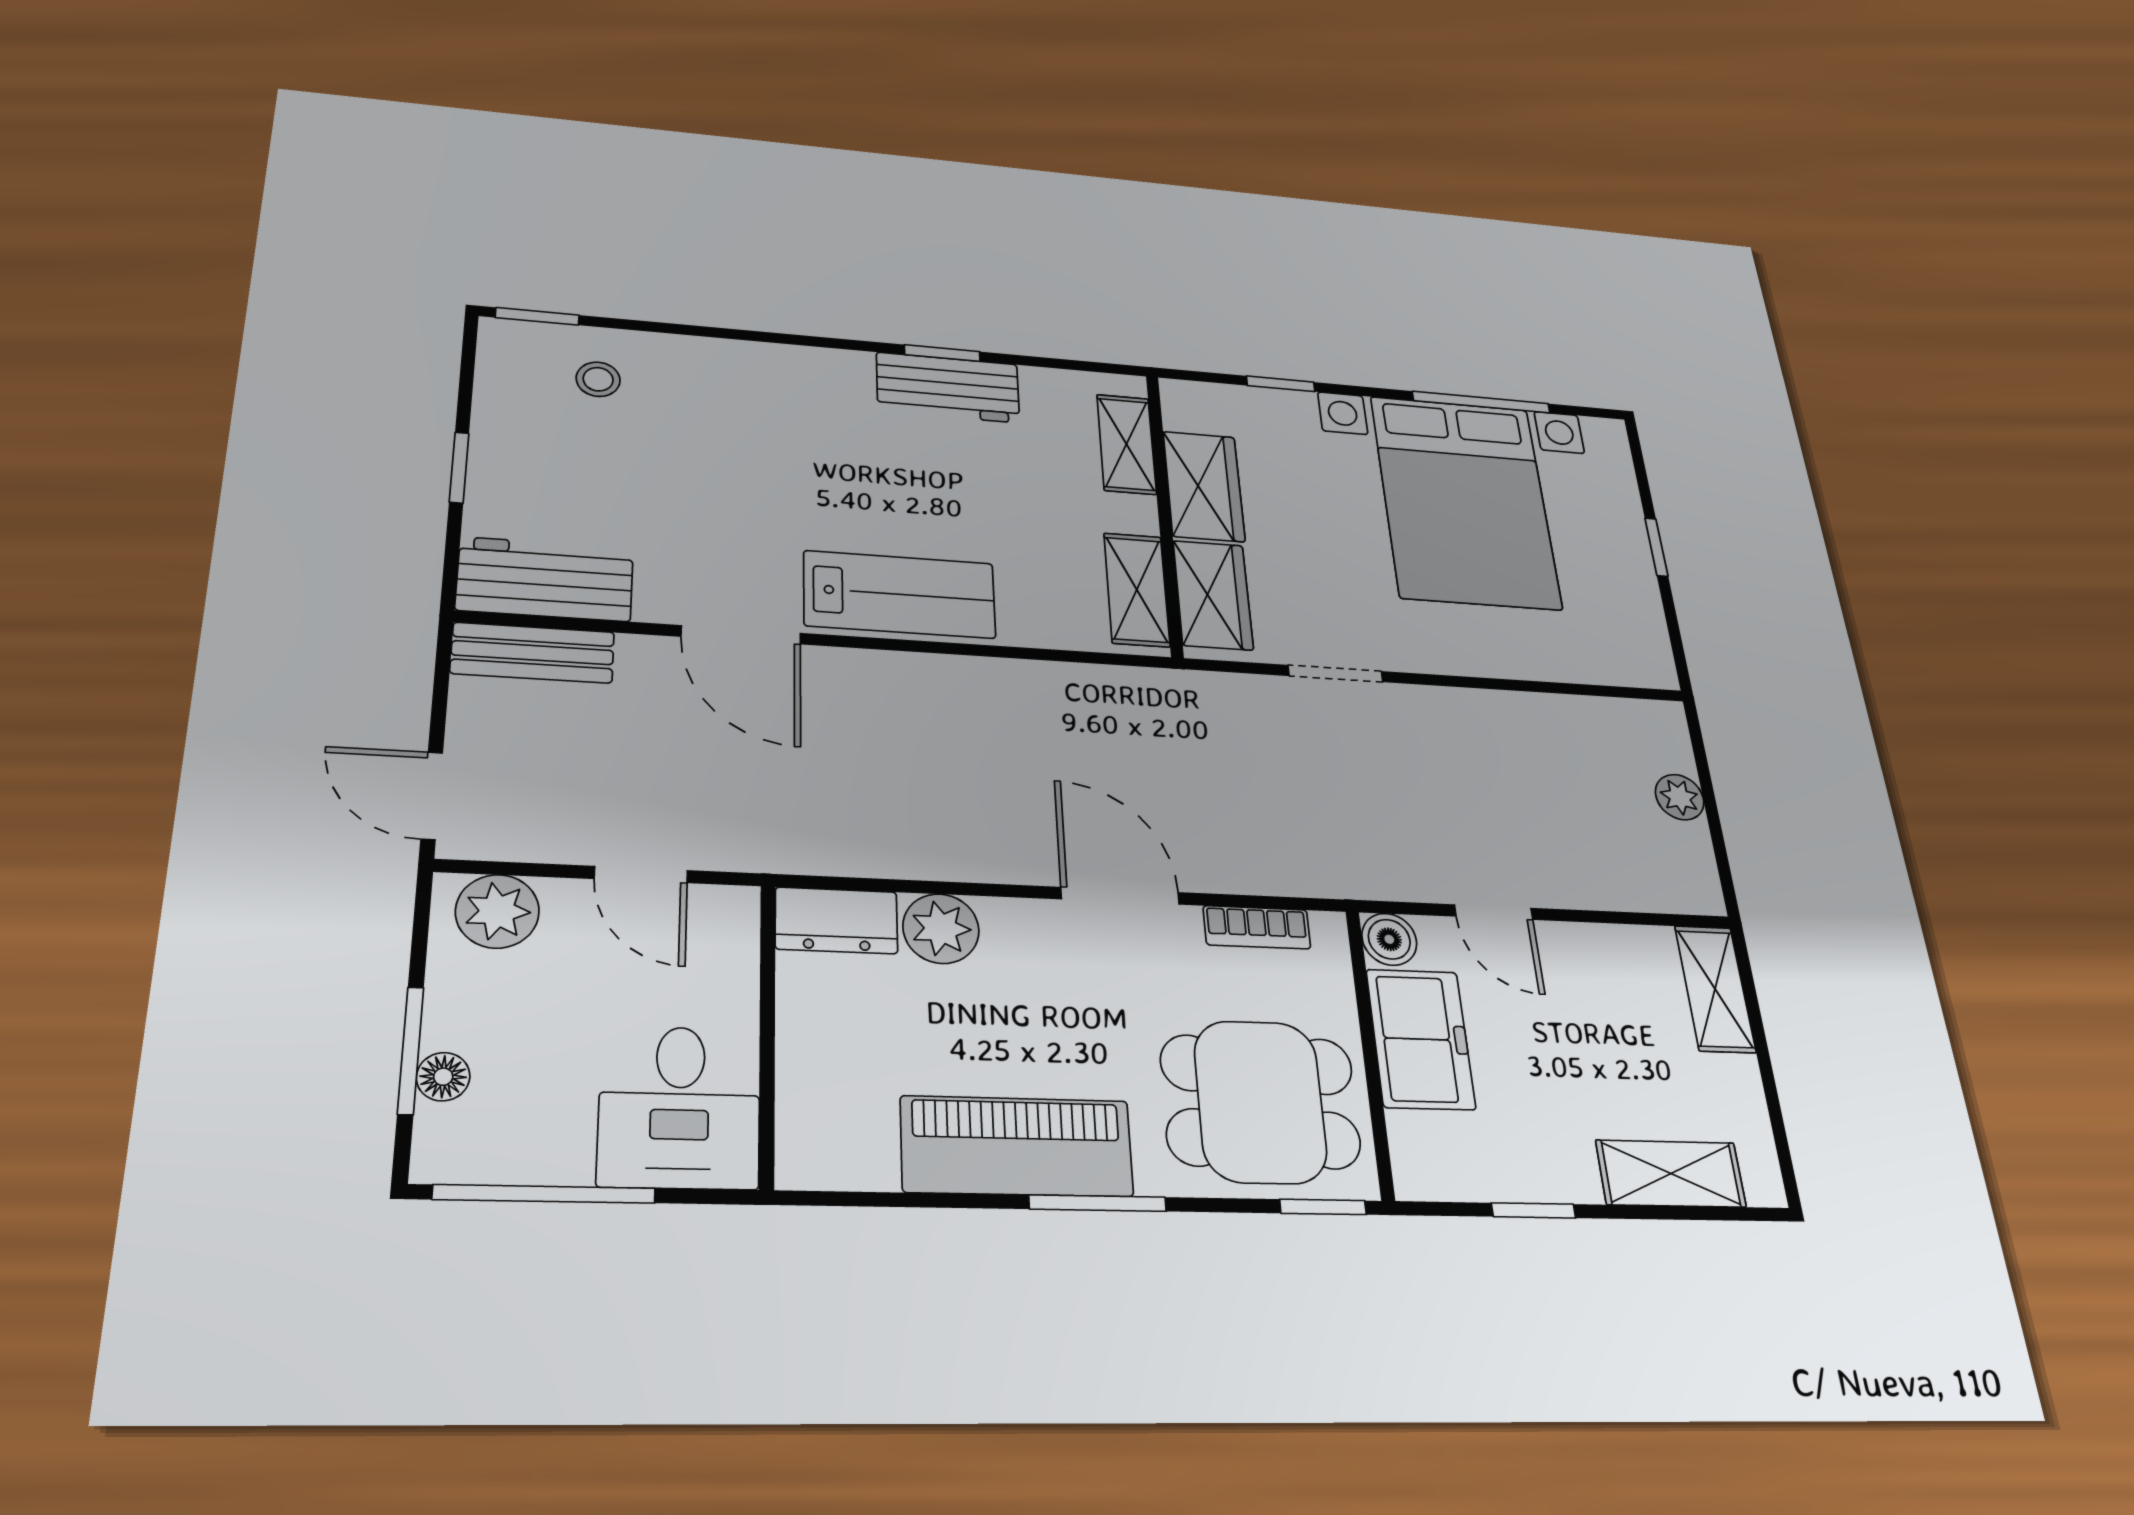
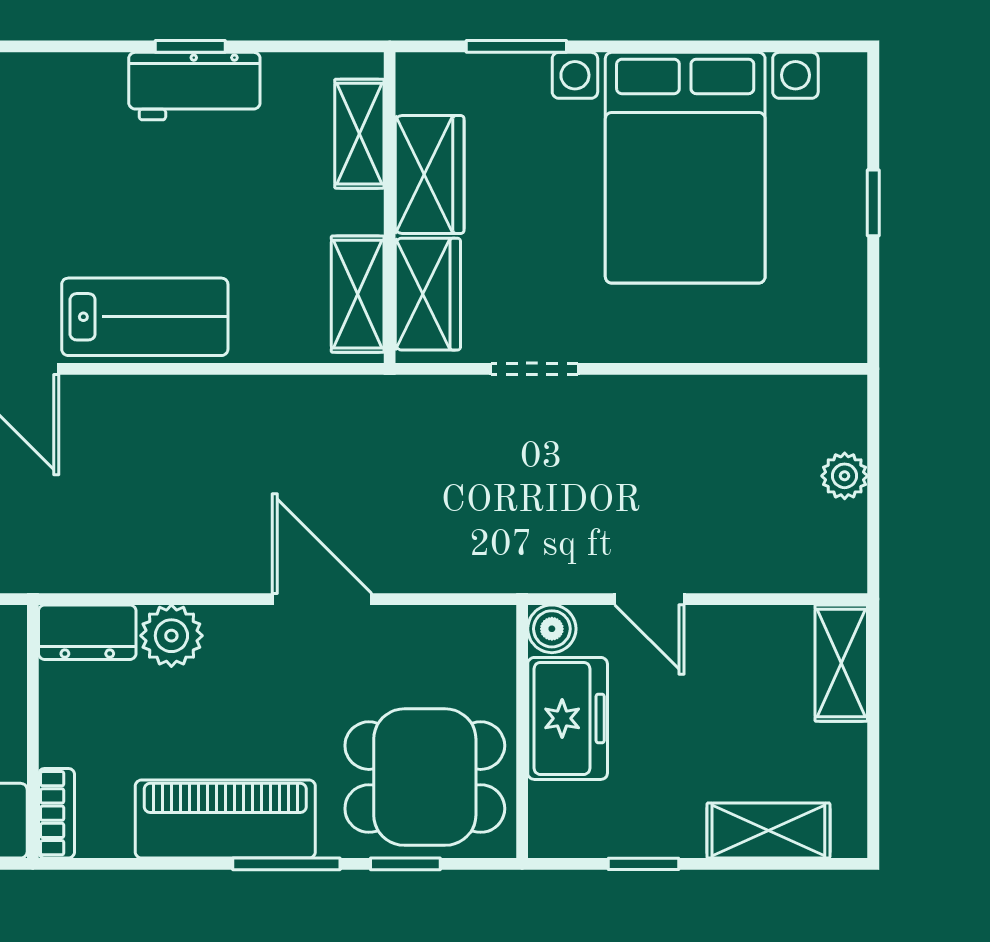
window: (1281, 384) -> (516, 46), width x1.50
window: (1481, 402) -> (719, 46), removed
bookcase: (1257, 927) -> (57, 813), moved, turned -90
window: (1323, 1207) -> (405, 864), moved

